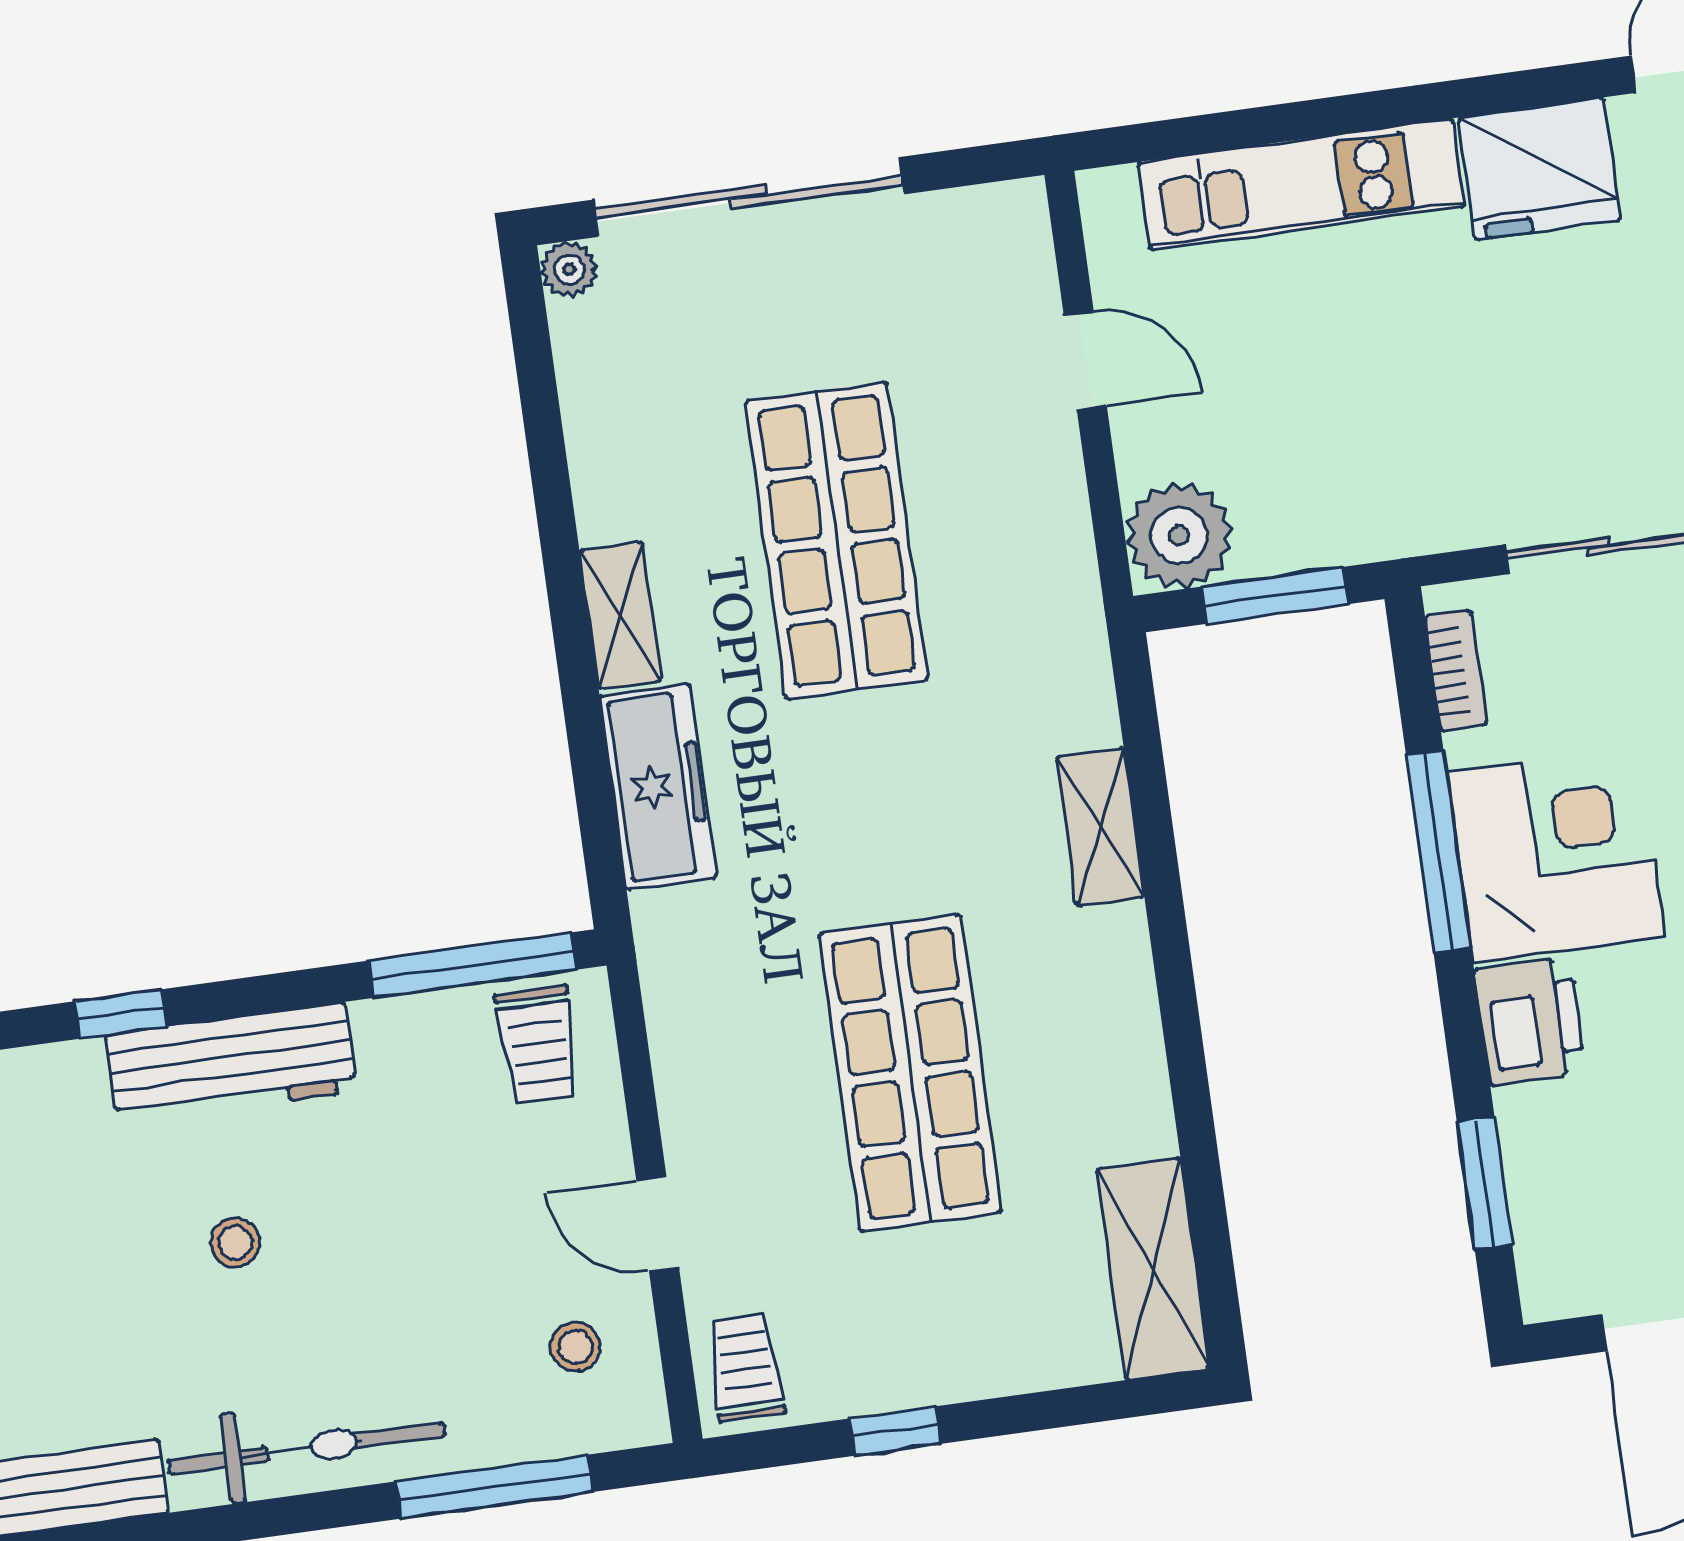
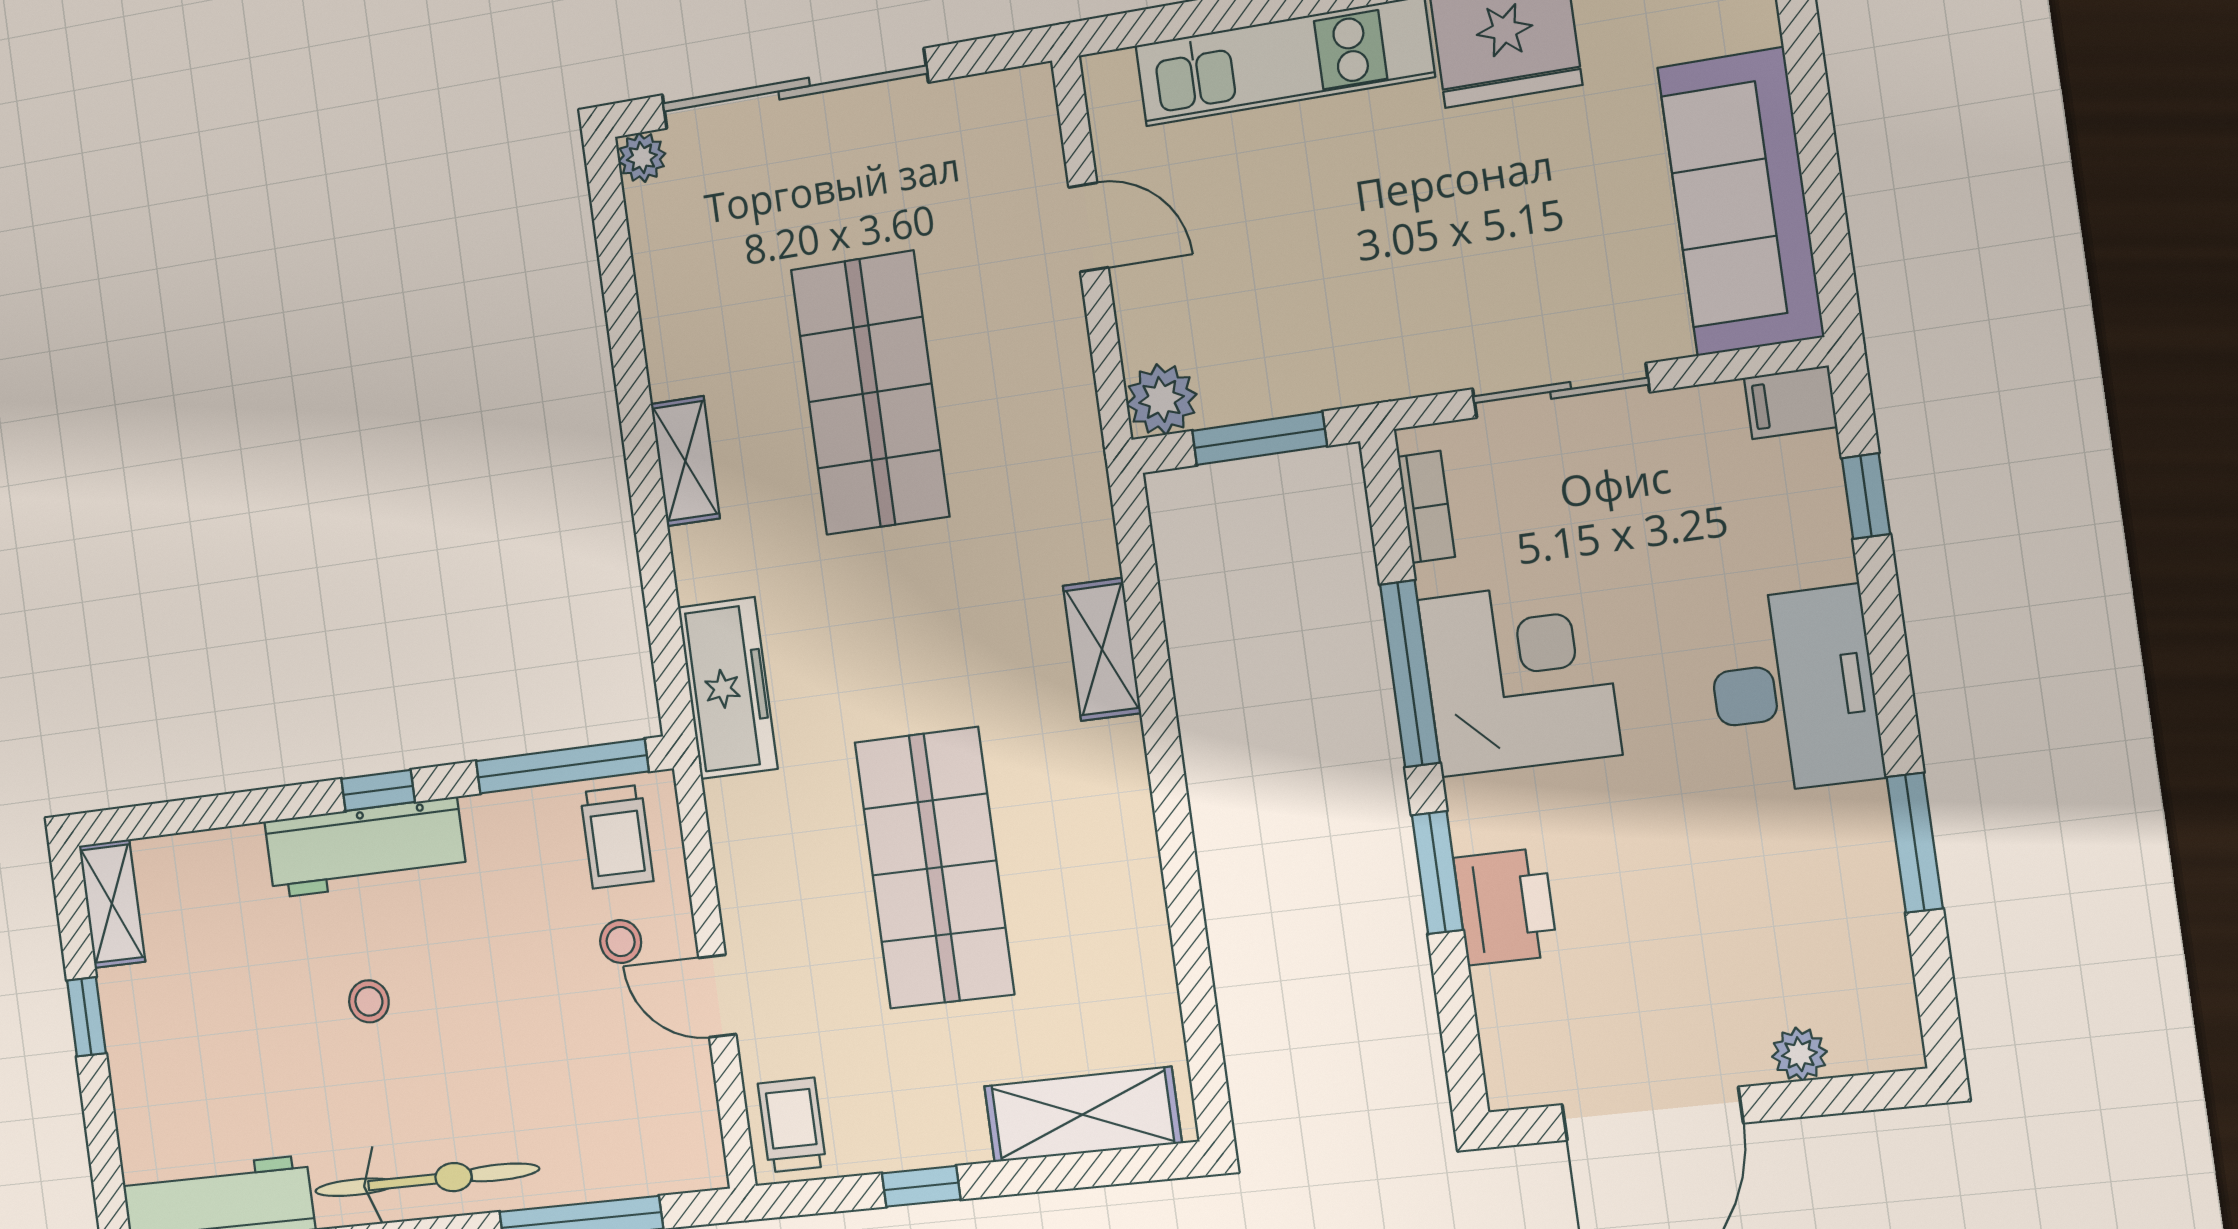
plant: (1179, 535) -> (1161, 399), width x0.73, depth x0.73
freezer: (658, 787) -> (728, 688), moved
window: (121, 1014) -> (378, 790), moved
printer: (1530, 1021) -> (1506, 907), moved
window: (1485, 1183) -> (1437, 873), moved
shelving: (1153, 1269) -> (1083, 1115), moved, turned 90
stool: (576, 1347) -> (621, 942), moved

